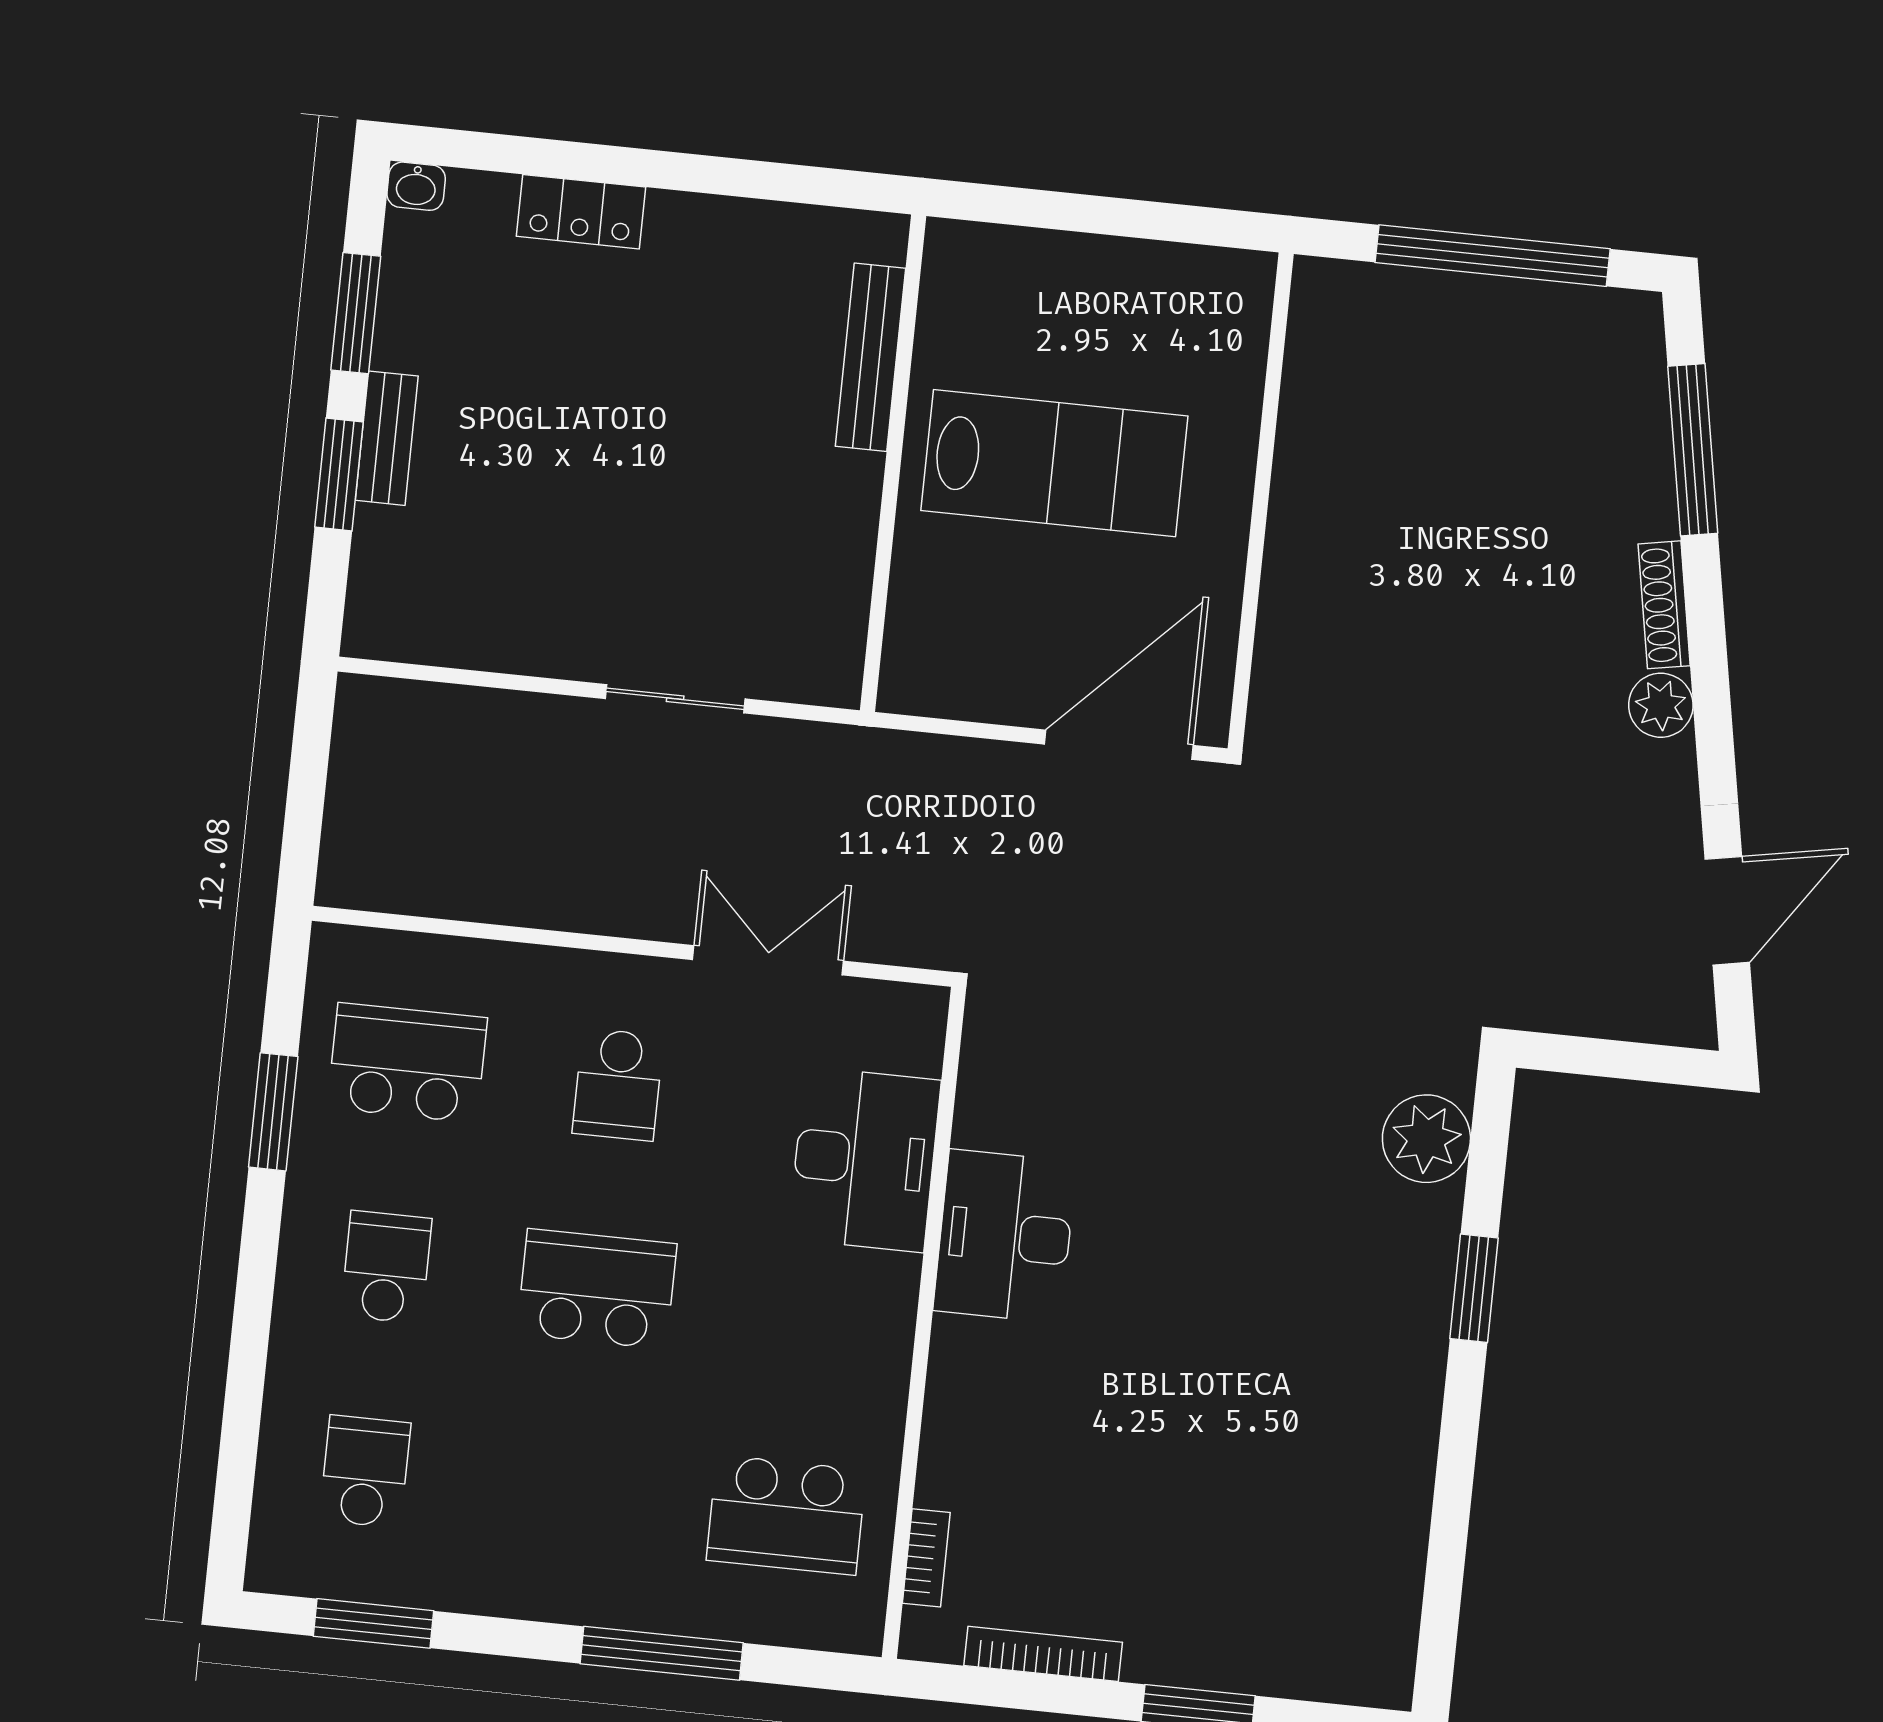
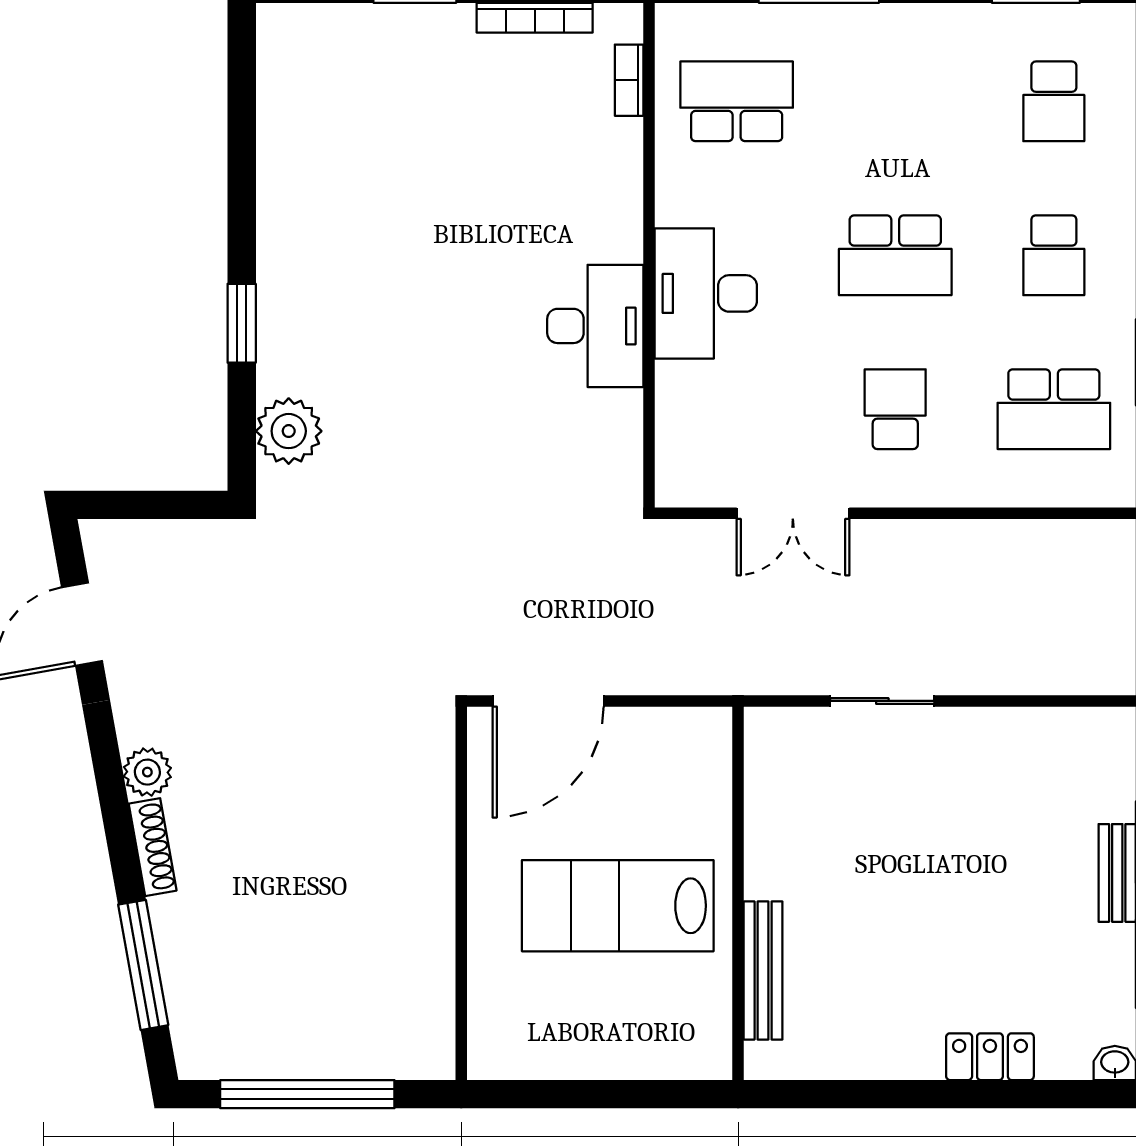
desk: (864, 1160) -> (706, 293), moved

